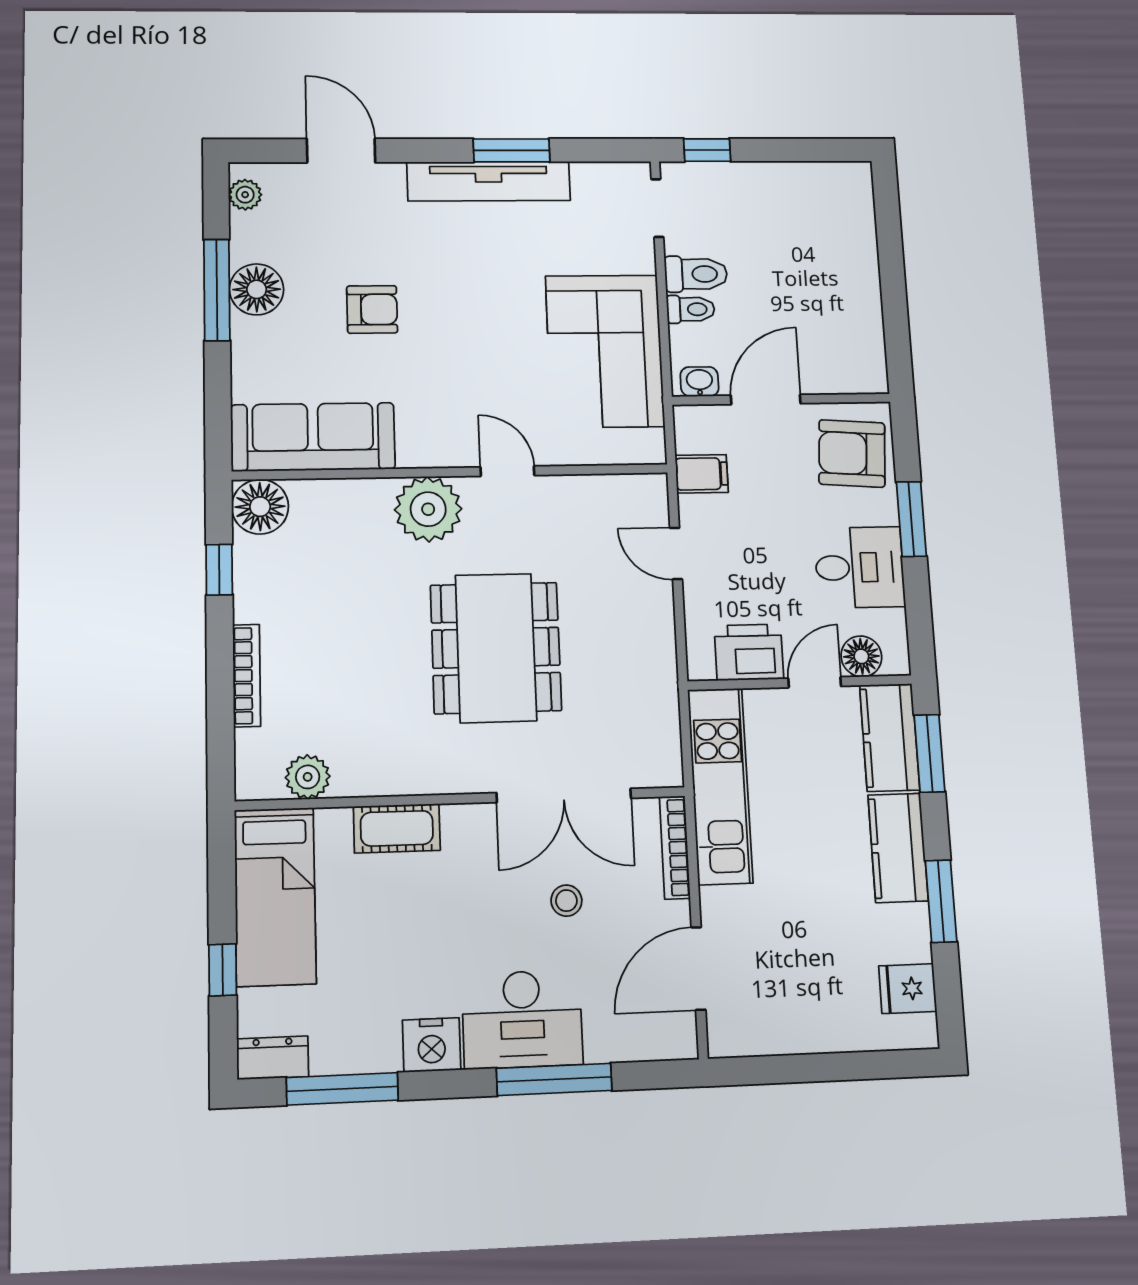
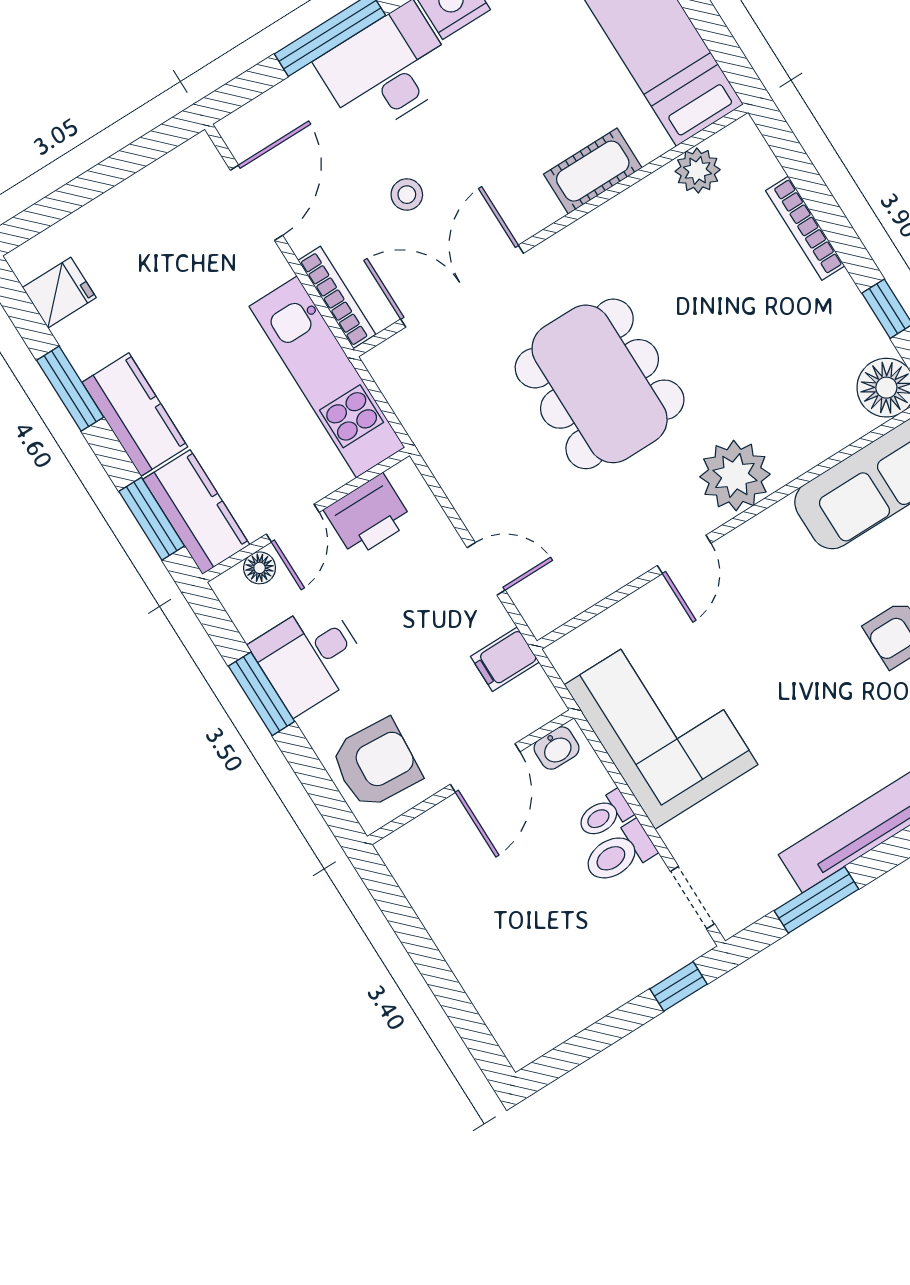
window: (512, 150) -> (816, 900), moved
door: (507, 471) -> (684, 554), hinge flipped
window: (911, 519) -> (261, 694), moved
floor lamp: (861, 656) -> (260, 568), width x0.73, depth x0.73

